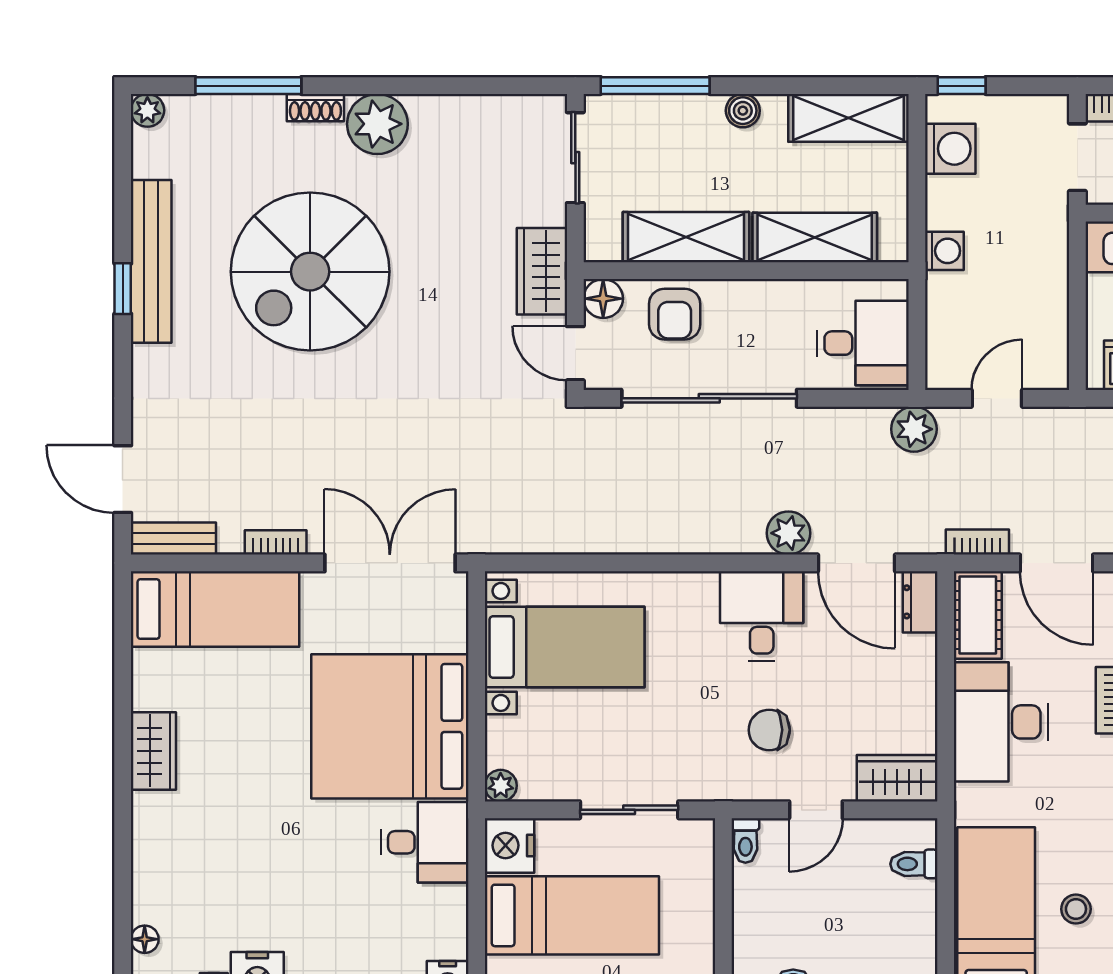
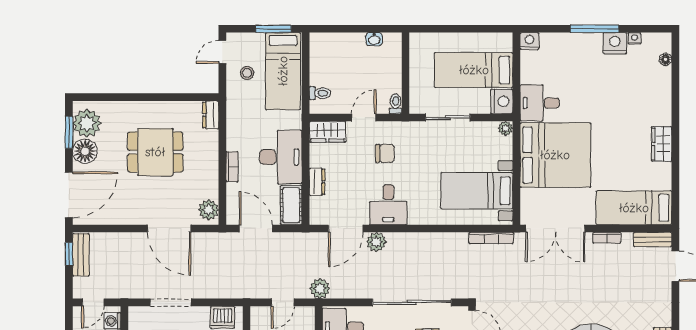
bookcase: (977, 542) -> (491, 238), moved, width x1.56
door: (856, 563) -> (346, 228), swing flipped
dresser: (920, 602) -> (317, 182), moved

